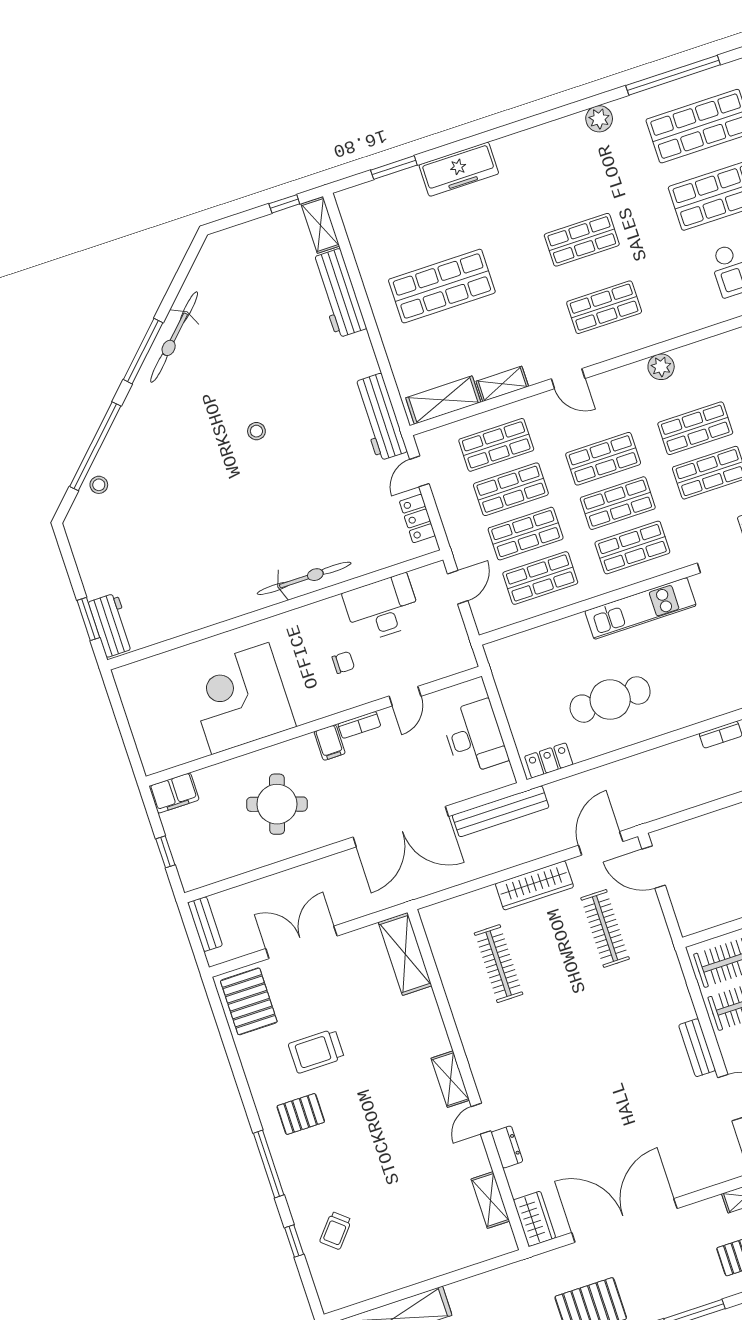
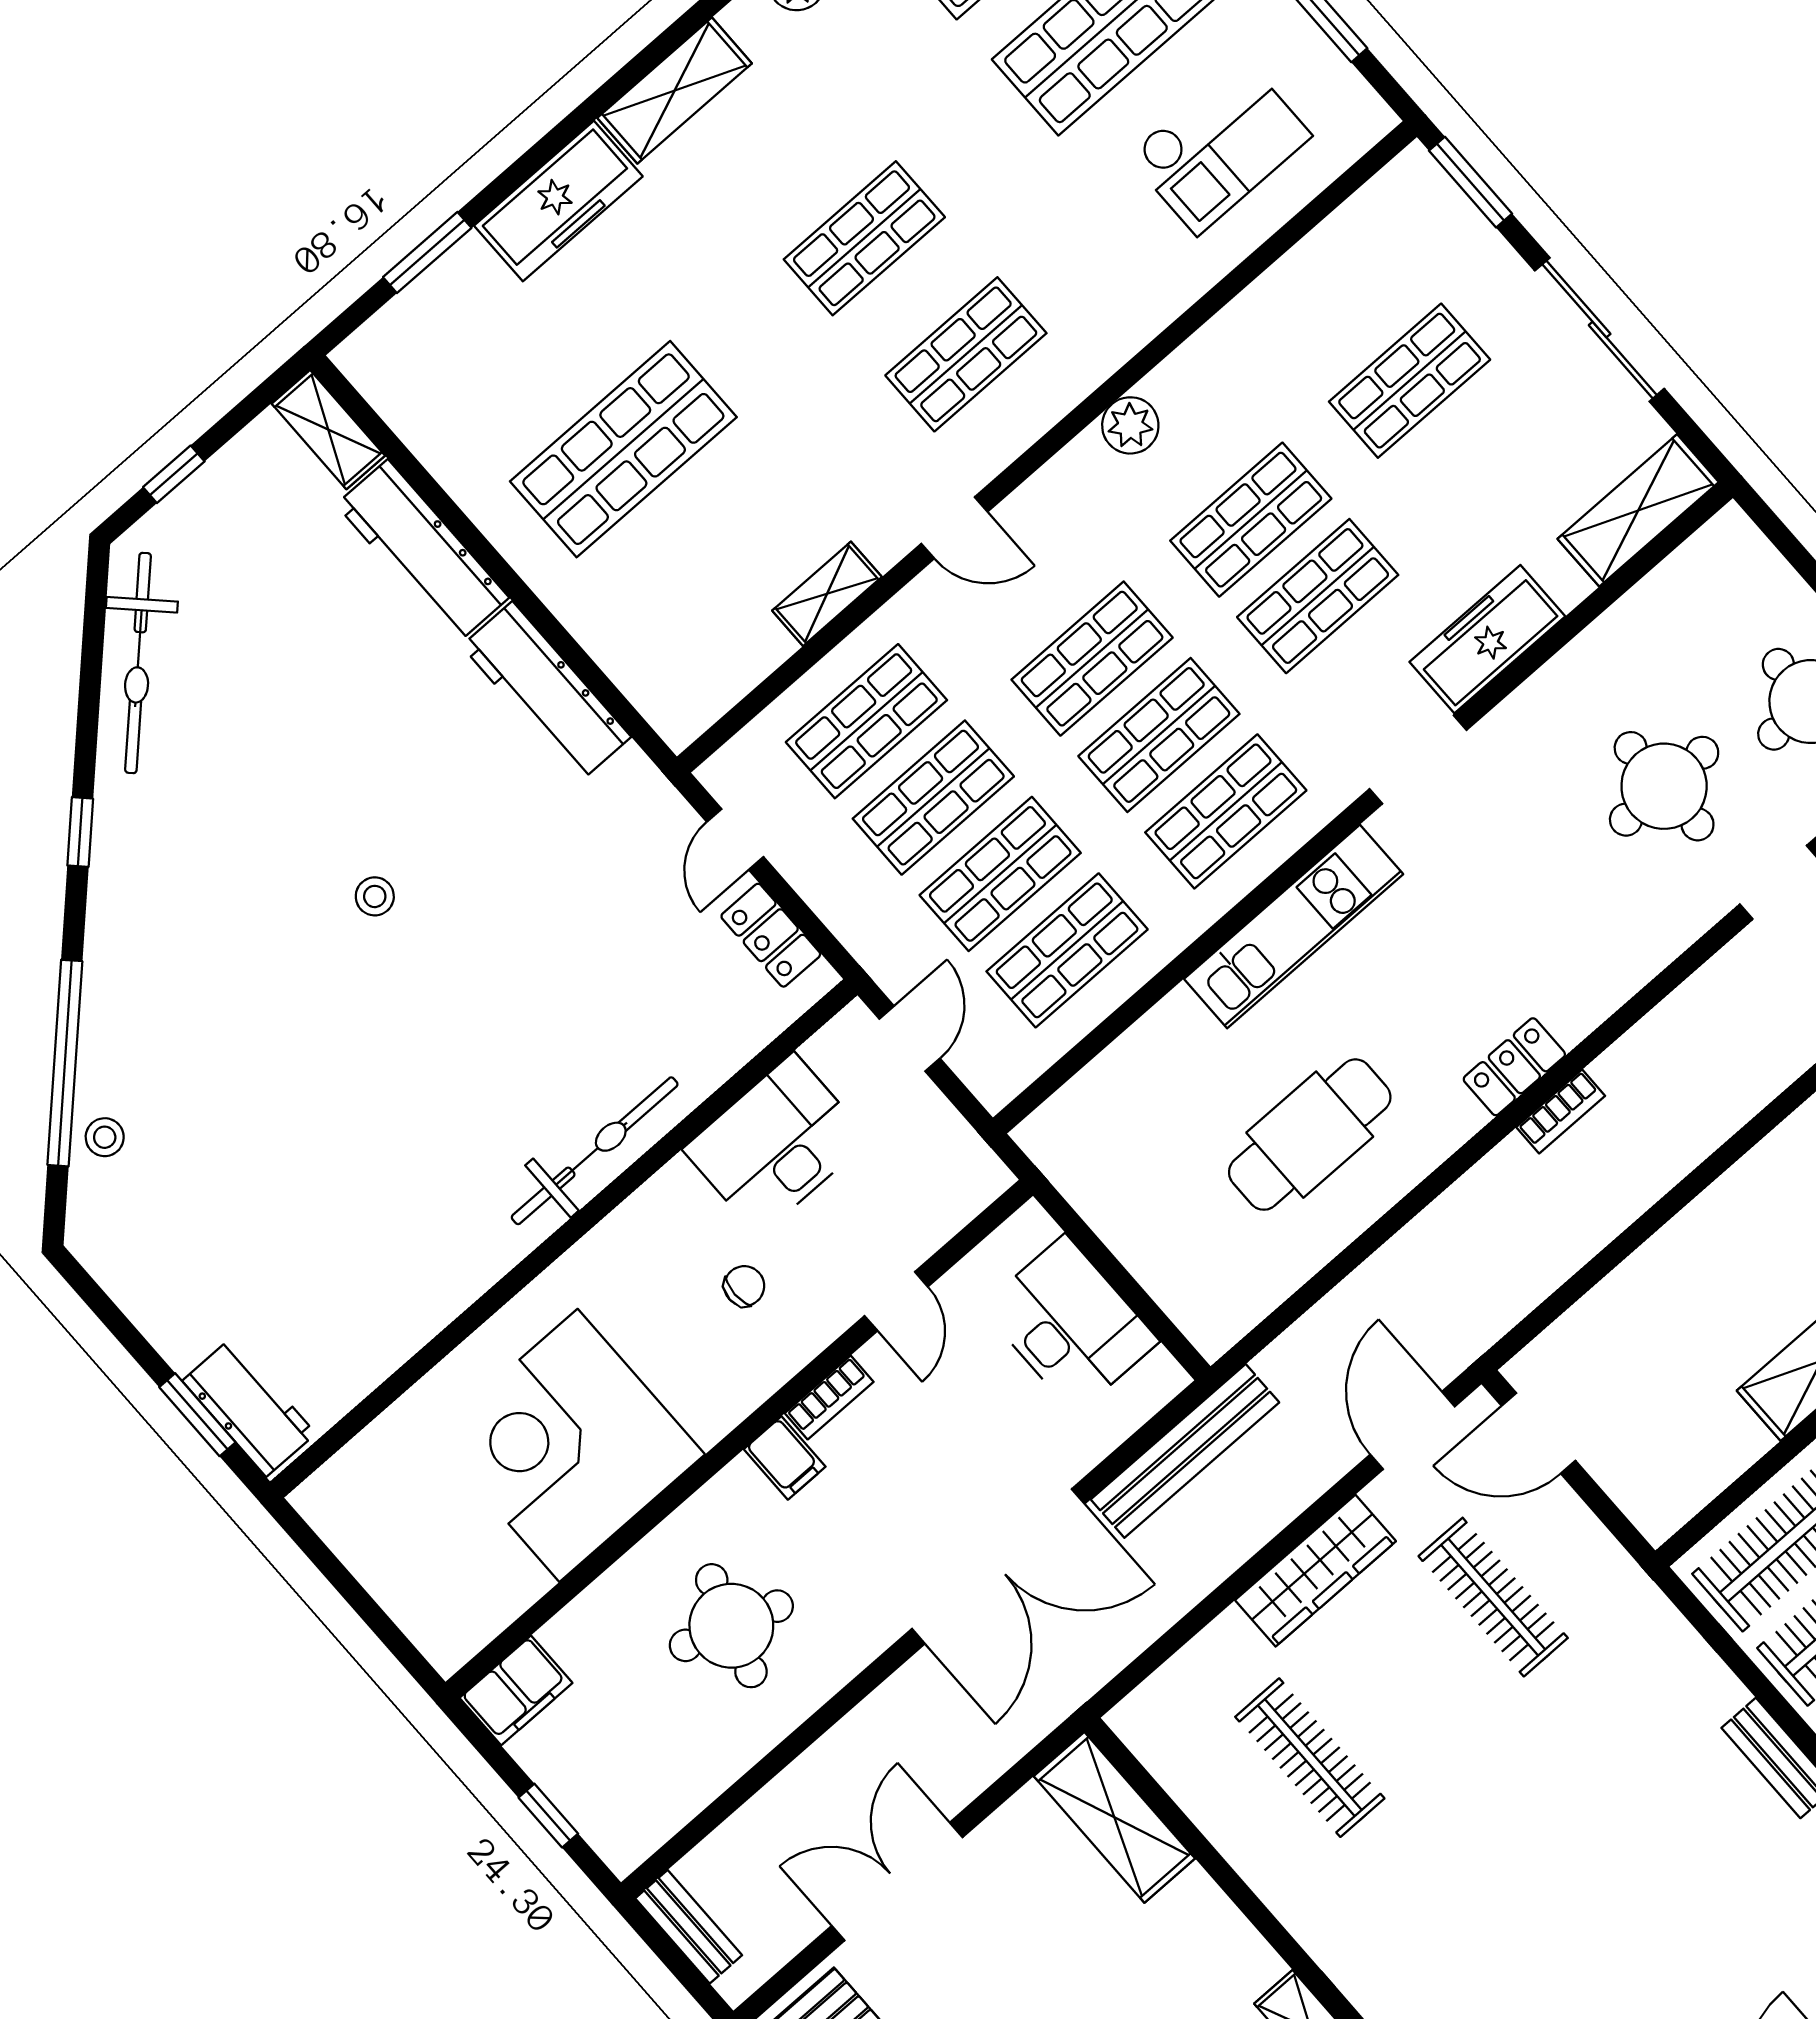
window: (284, 204) -> (174, 474), moved
bicycle: (174, 337) -> (138, 663), moved
window: (143, 351) -> (80, 832), width x0.46
shelving: (443, 400) -> (675, 91), moved
workbench: (380, 417) -> (546, 691), moved
locker: (549, 760) -> (1514, 1067), moved

